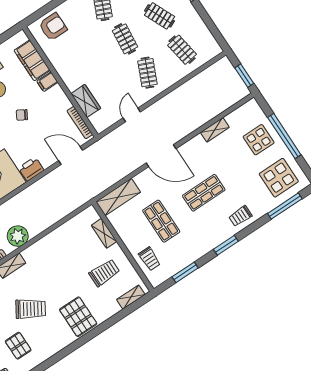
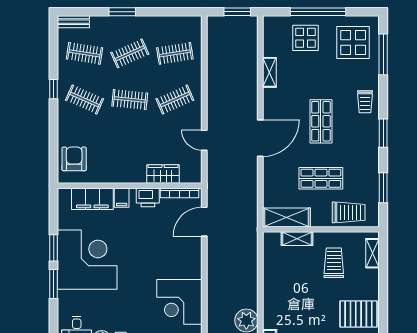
clothes rail: (147, 73) -> (175, 100), turned -48
chair: (22, 115) -> (137, 242), removed
printer: (31, 169) -> (148, 198), moved, turned -90
shelving: (118, 197) -> (286, 217), moved, turned 90
trolley: (149, 259) -> (349, 212), width x1.36, depth x1.39

